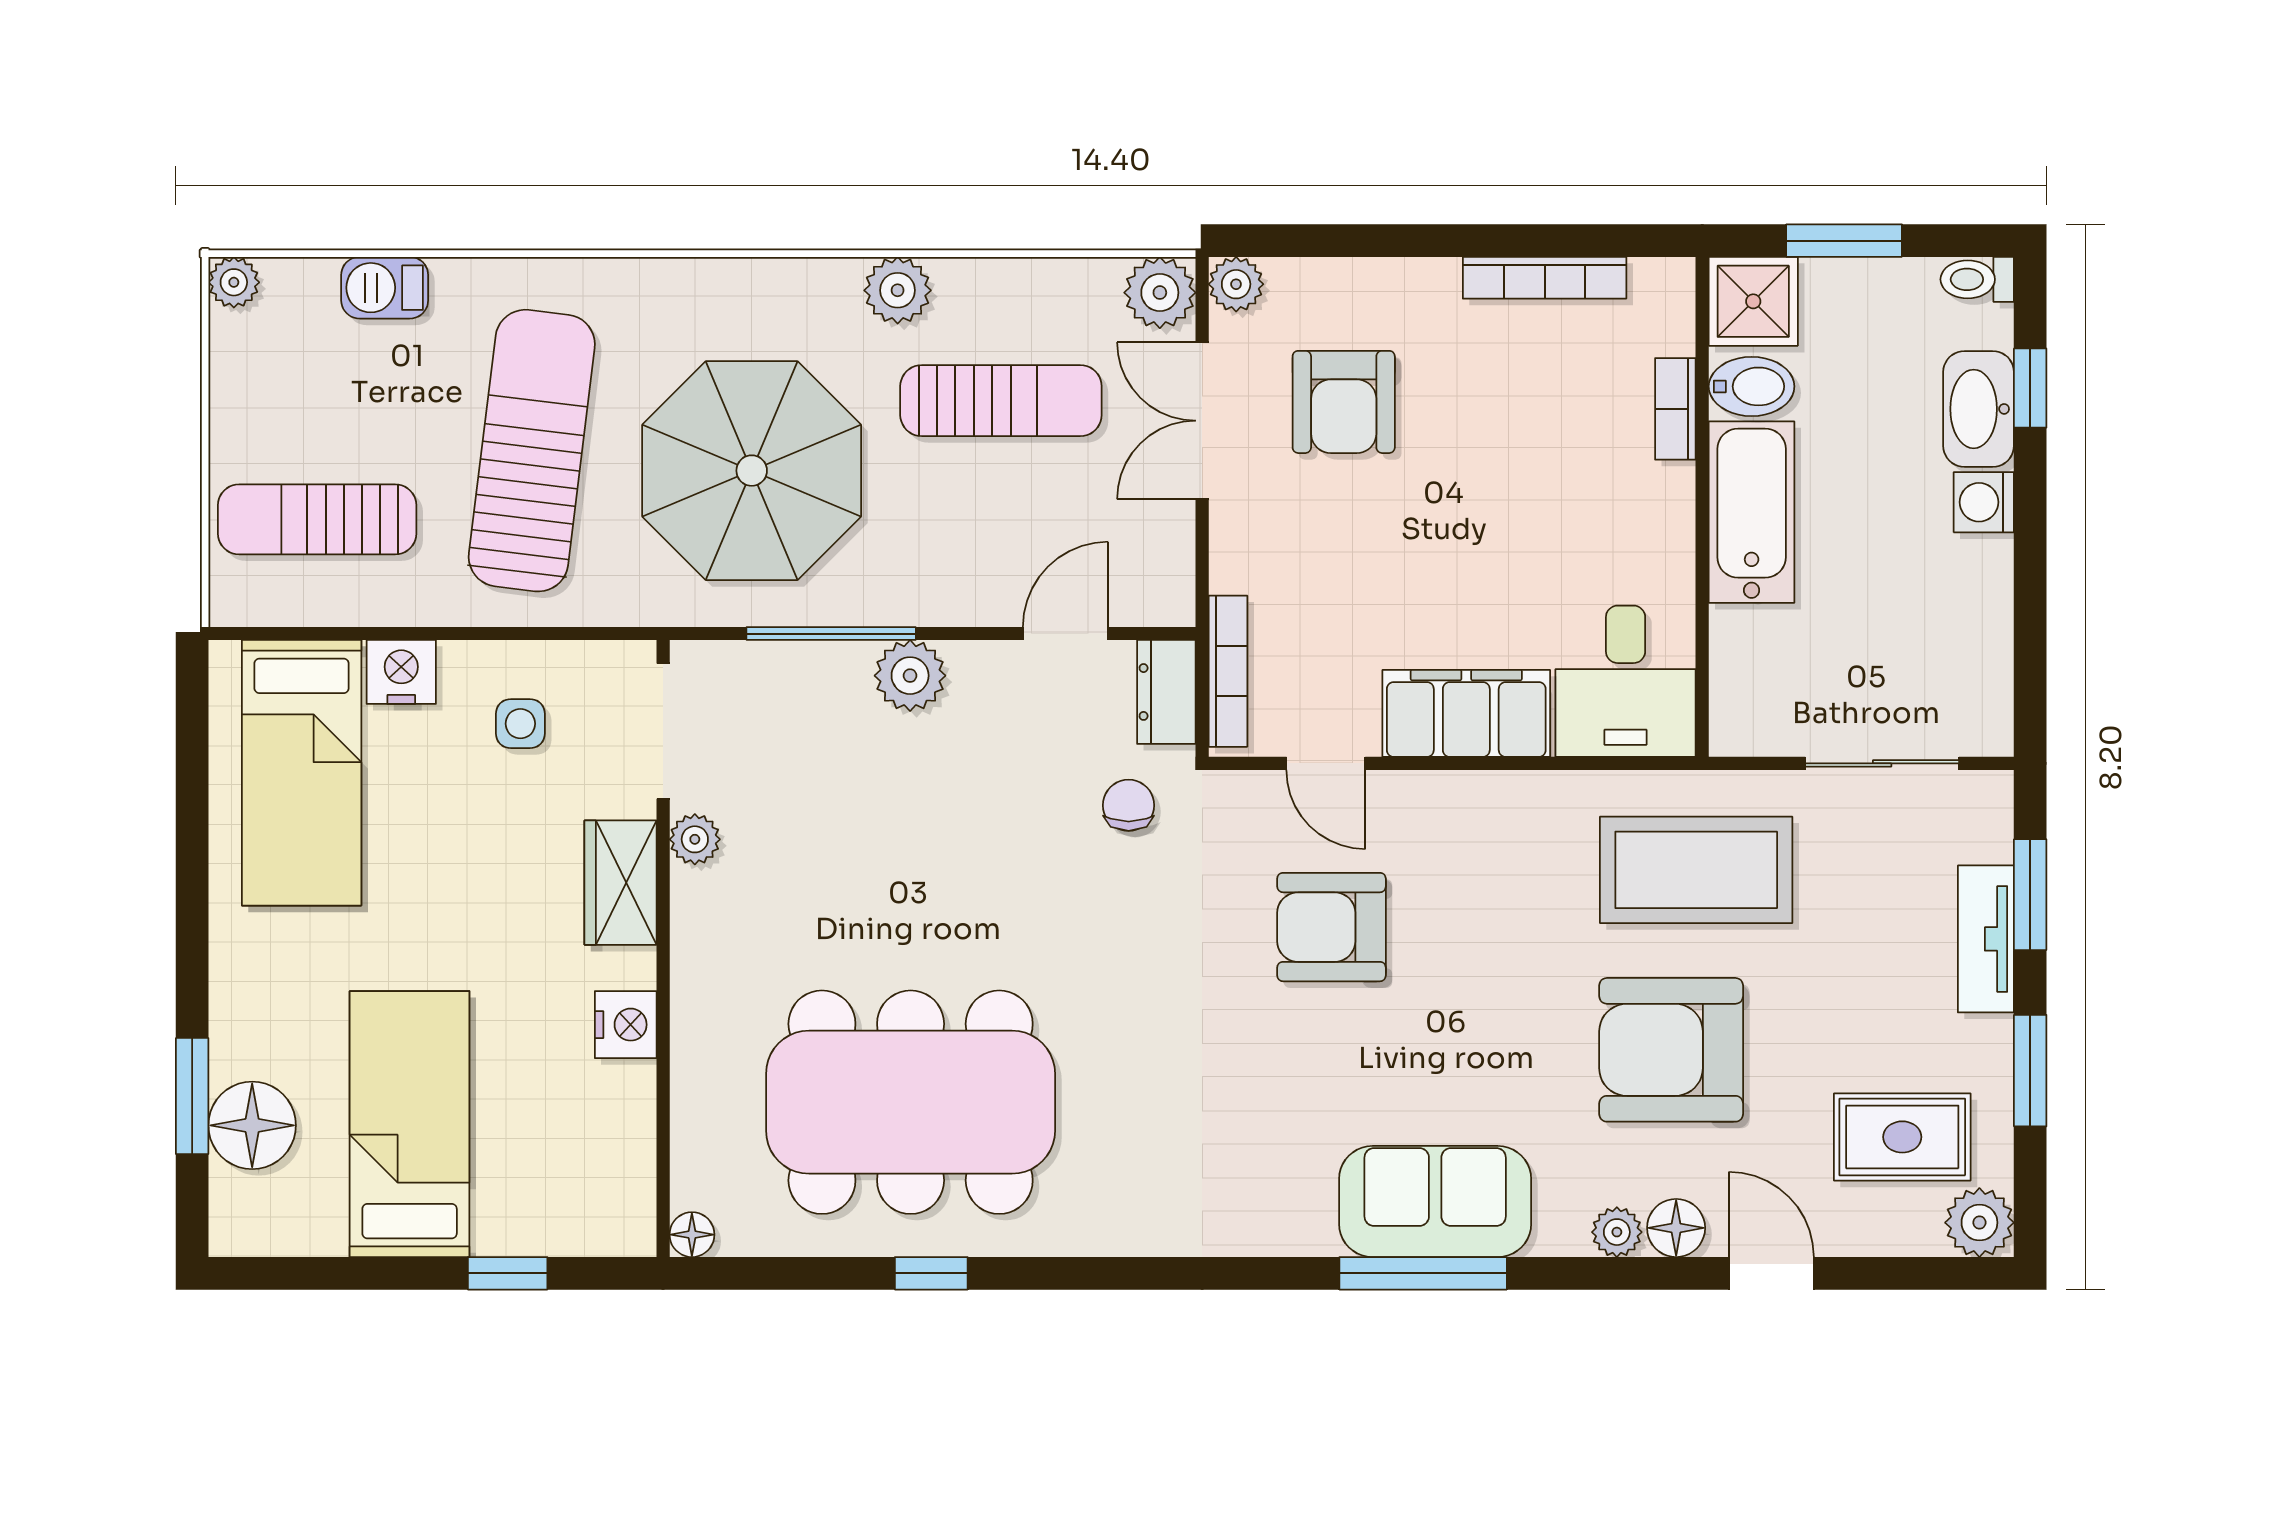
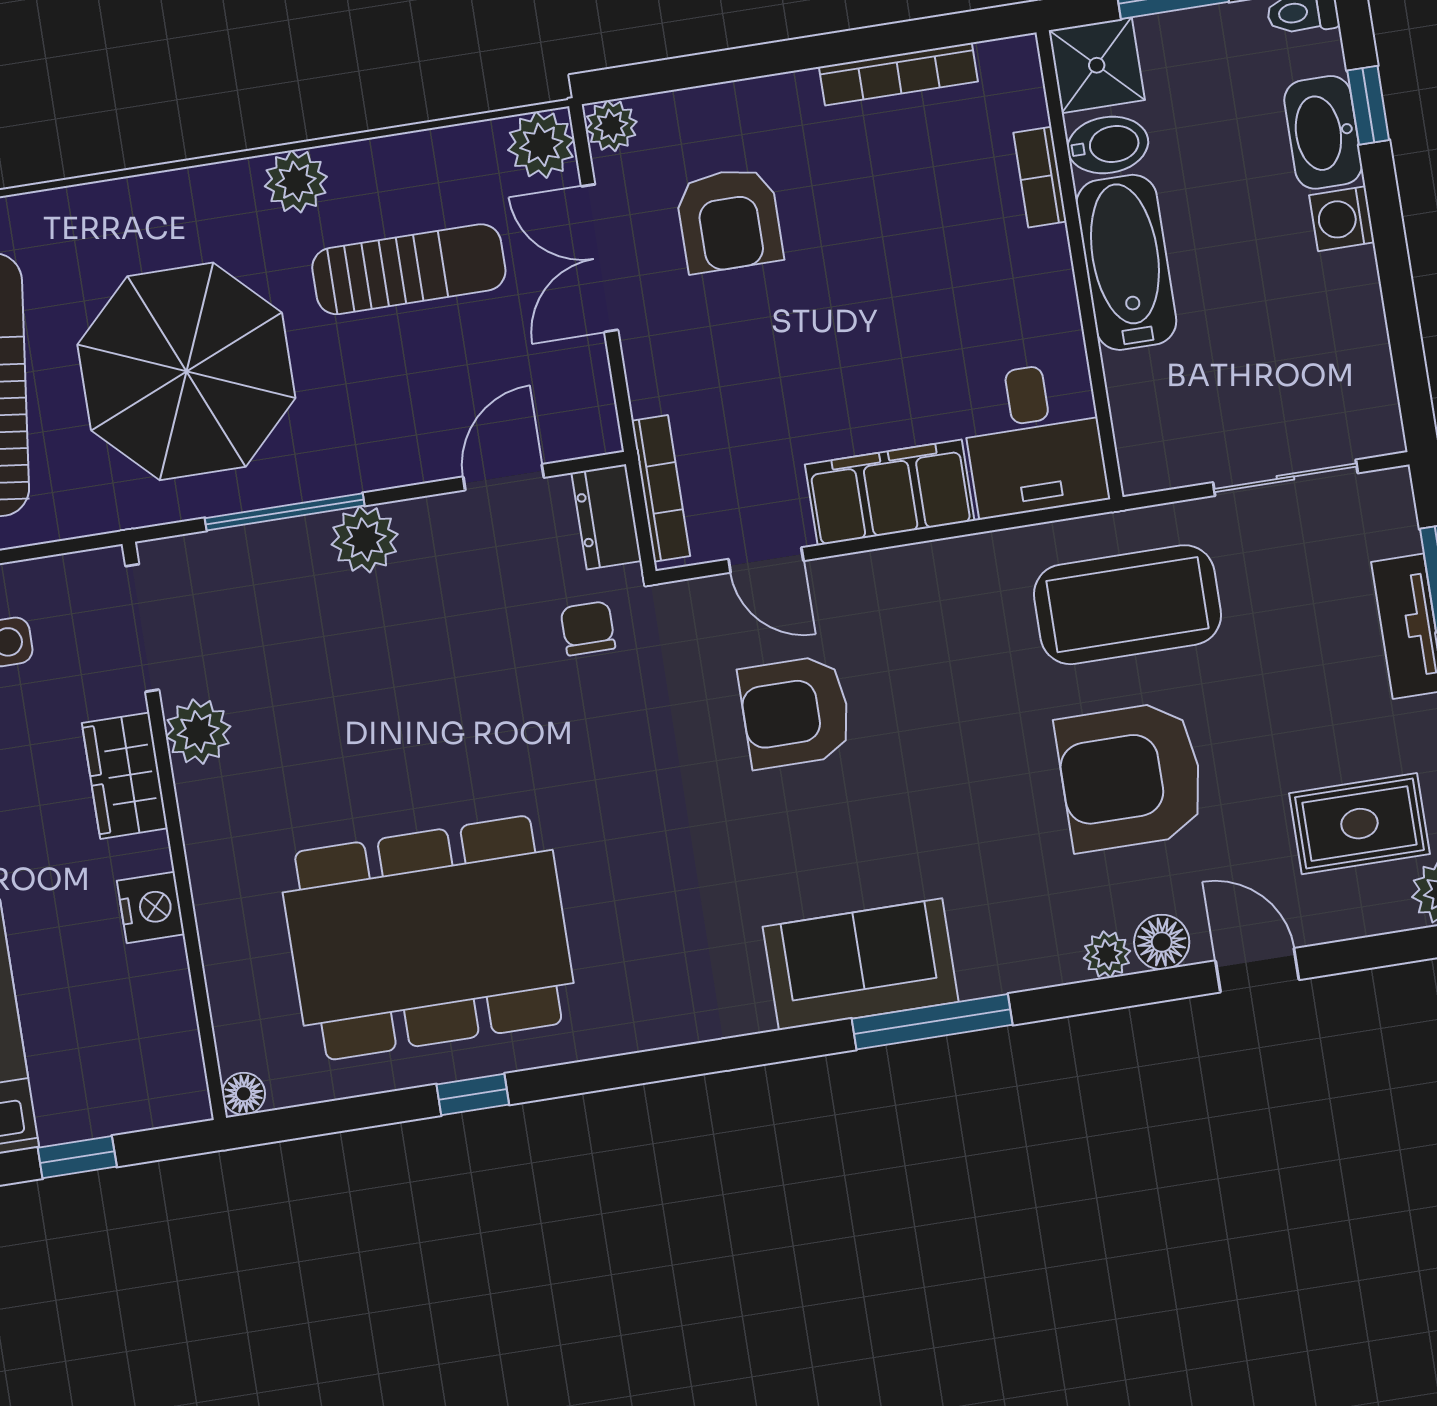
plant: (695, 839) -> (198, 732), width x1.38, depth x1.38
sofa: (1435, 1201) -> (861, 964), moved

